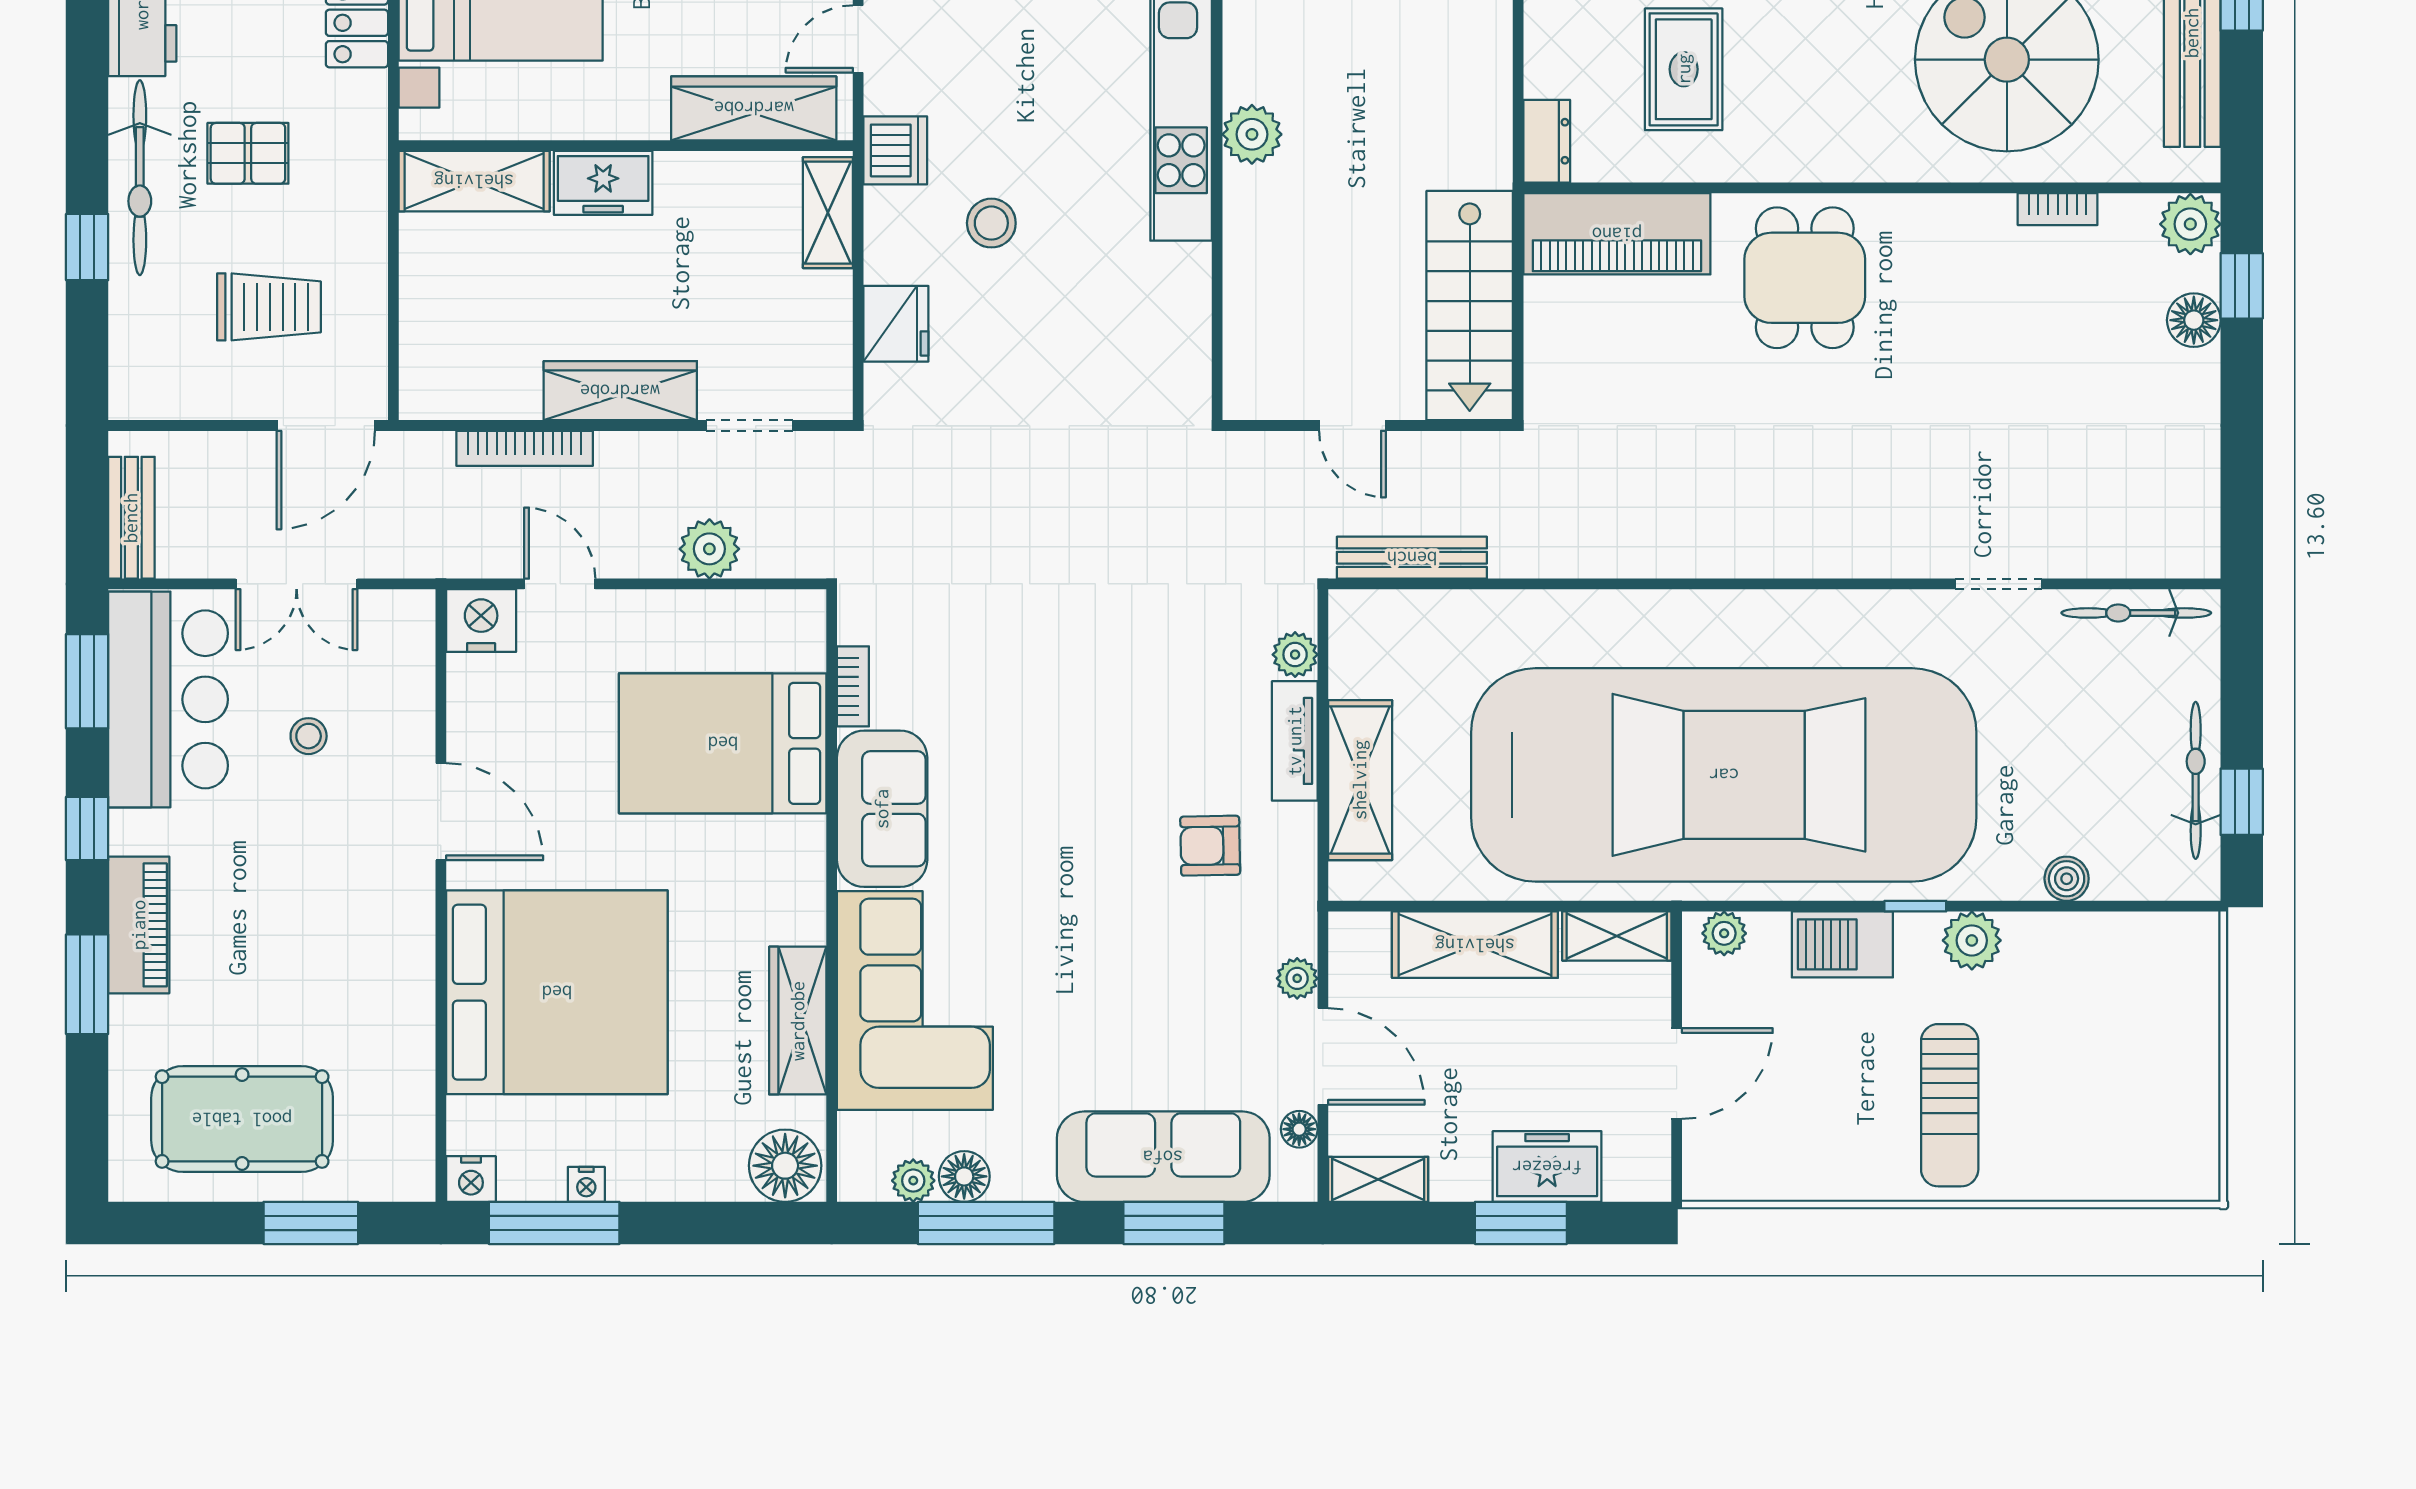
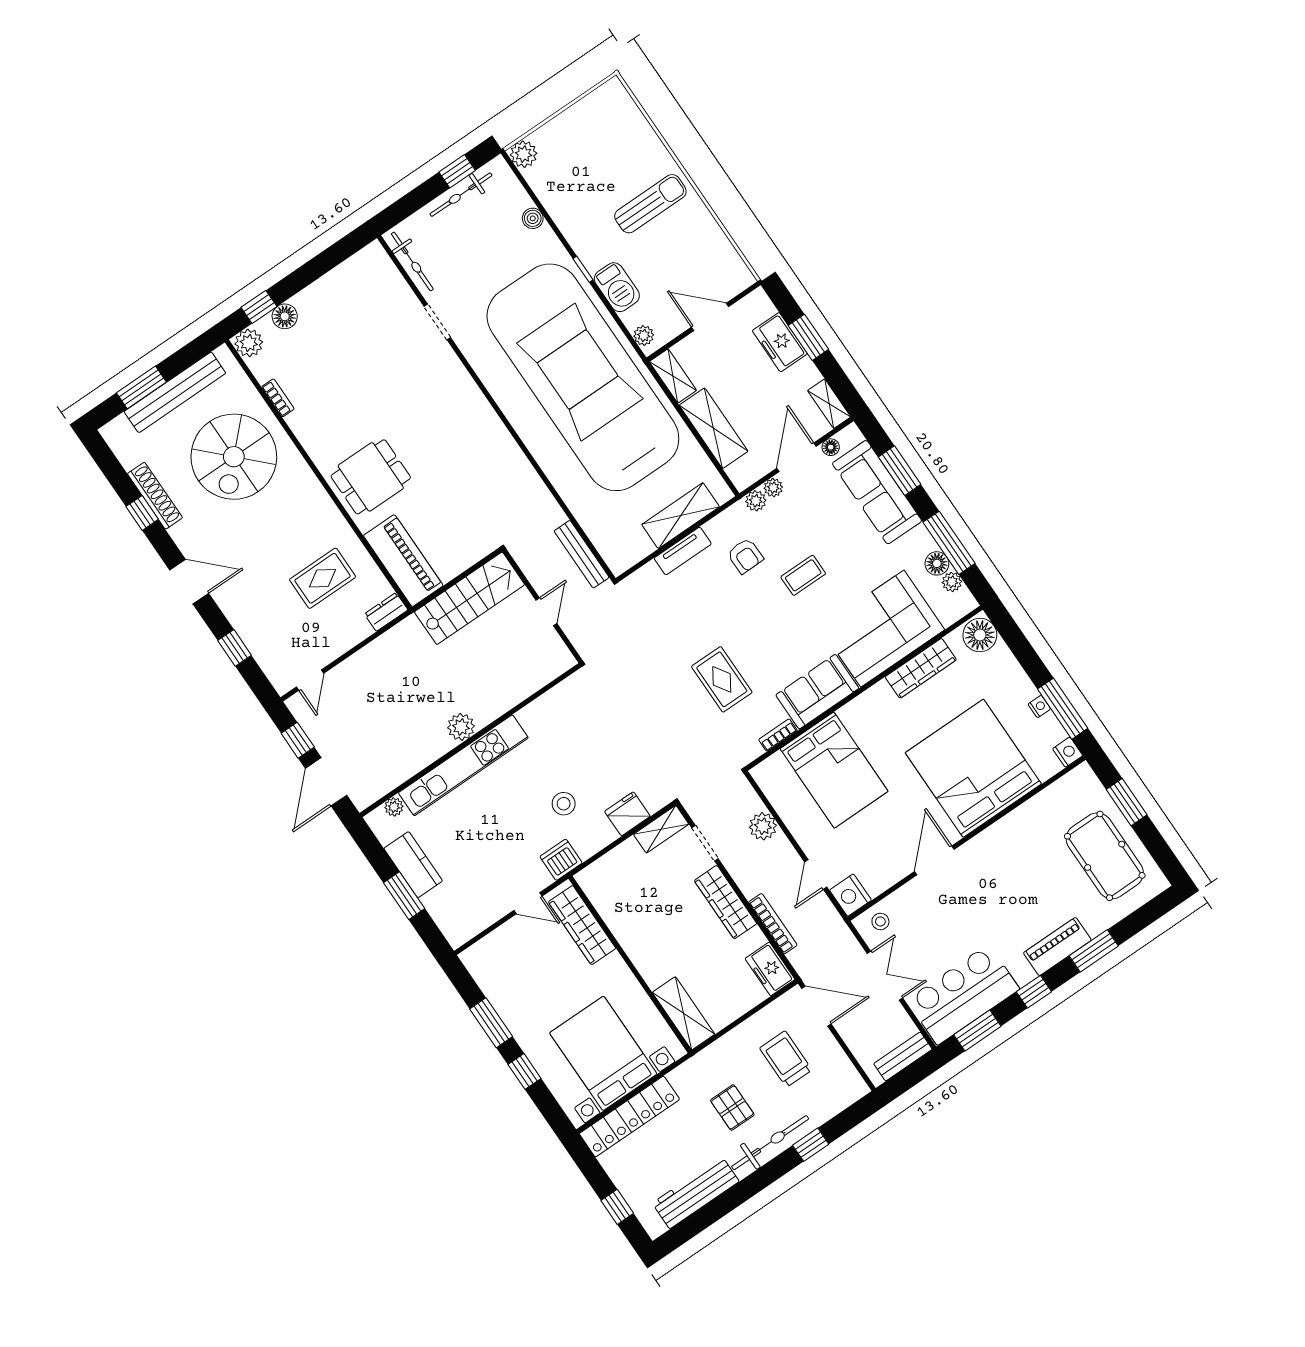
freezer: (603, 183) -> (770, 969), moved, turned 180
shelving: (828, 213) -> (661, 829), moved
rug: (1020, 654) -> (722, 679), added
plant: (1295, 655) -> (756, 501), moved
stool: (309, 736) -> (880, 921), moved
coffee table: (1105, 925) -> (803, 575), added
plant: (1972, 940) -> (524, 154), moved

